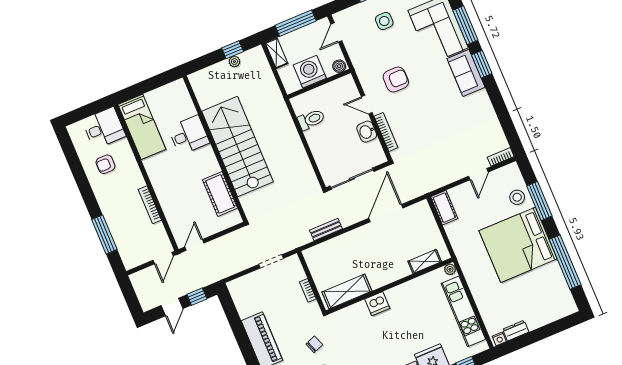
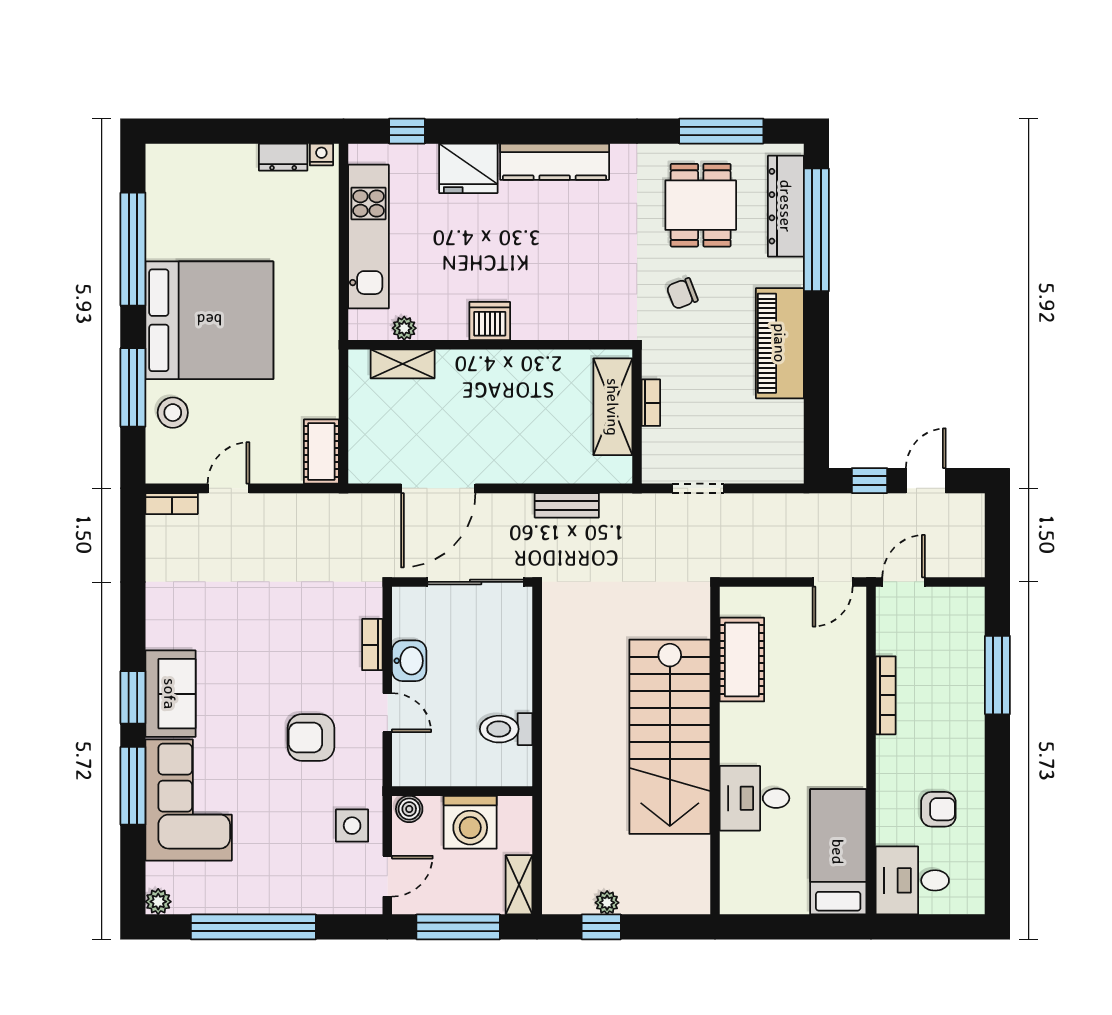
side table: (384, 21) -> (352, 826), moved
bookcase: (386, 132) -> (372, 645), width x0.64
plant: (450, 269) -> (404, 328), moved
shelving: (347, 292) -> (613, 407), moved, turned 90
dishwasher: (377, 304) -> (490, 321), moved

